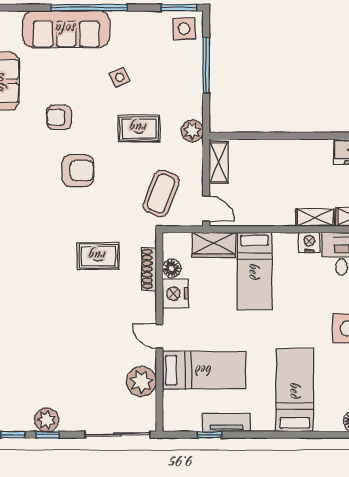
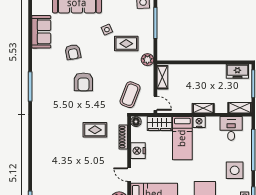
armchair: (59, 117) -> (73, 52), turned -101
rug: (139, 128) -> (126, 44), moved
armchair: (78, 171) -> (83, 82), turned 90
shelving: (315, 218) -> (203, 108), moved
nightstand: (309, 242) -> (199, 122), moved
floor lamp: (172, 268) -> (136, 122), moved

